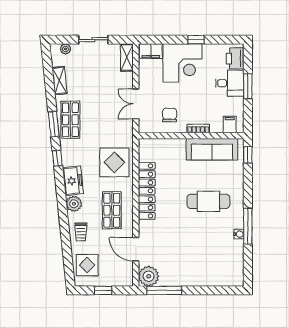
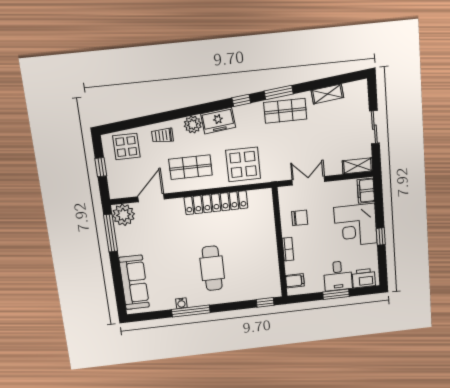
plant: (65, 49) -> (362, 97), removed
sofa: (212, 149) -> (134, 282), moved, turned 180

